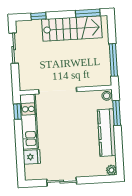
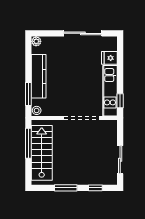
window: (88, 13) -> (66, 188), moved
stairs: (72, 29) -> (42, 153), moved, turned 90
sliding door: (62, 182) -> (83, 33), width x1.37

